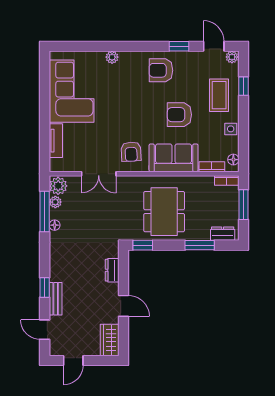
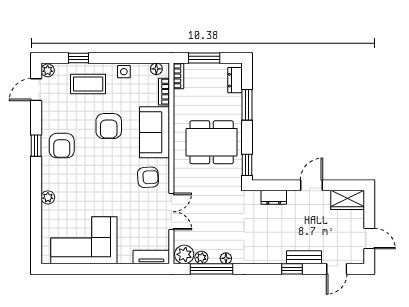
window: (179, 46) -> (36, 146), moved
tv unit: (56, 141) -> (151, 257), moved

